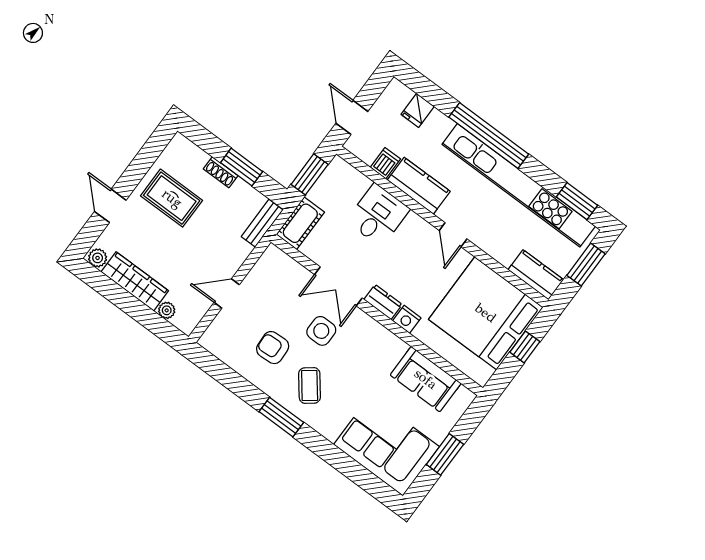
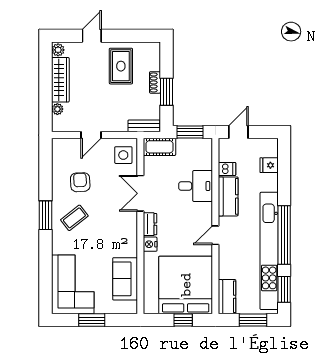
window: (489, 136) -> (284, 235), moved
door: (227, 293) -> (91, 135), swing flipped
side table: (321, 331) -> (123, 155), moved

